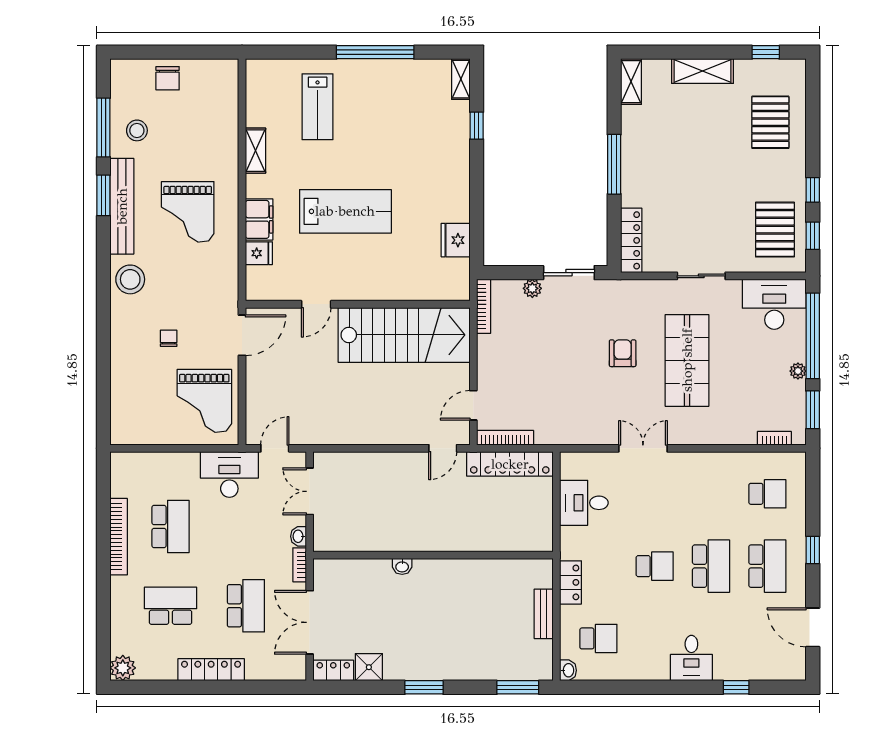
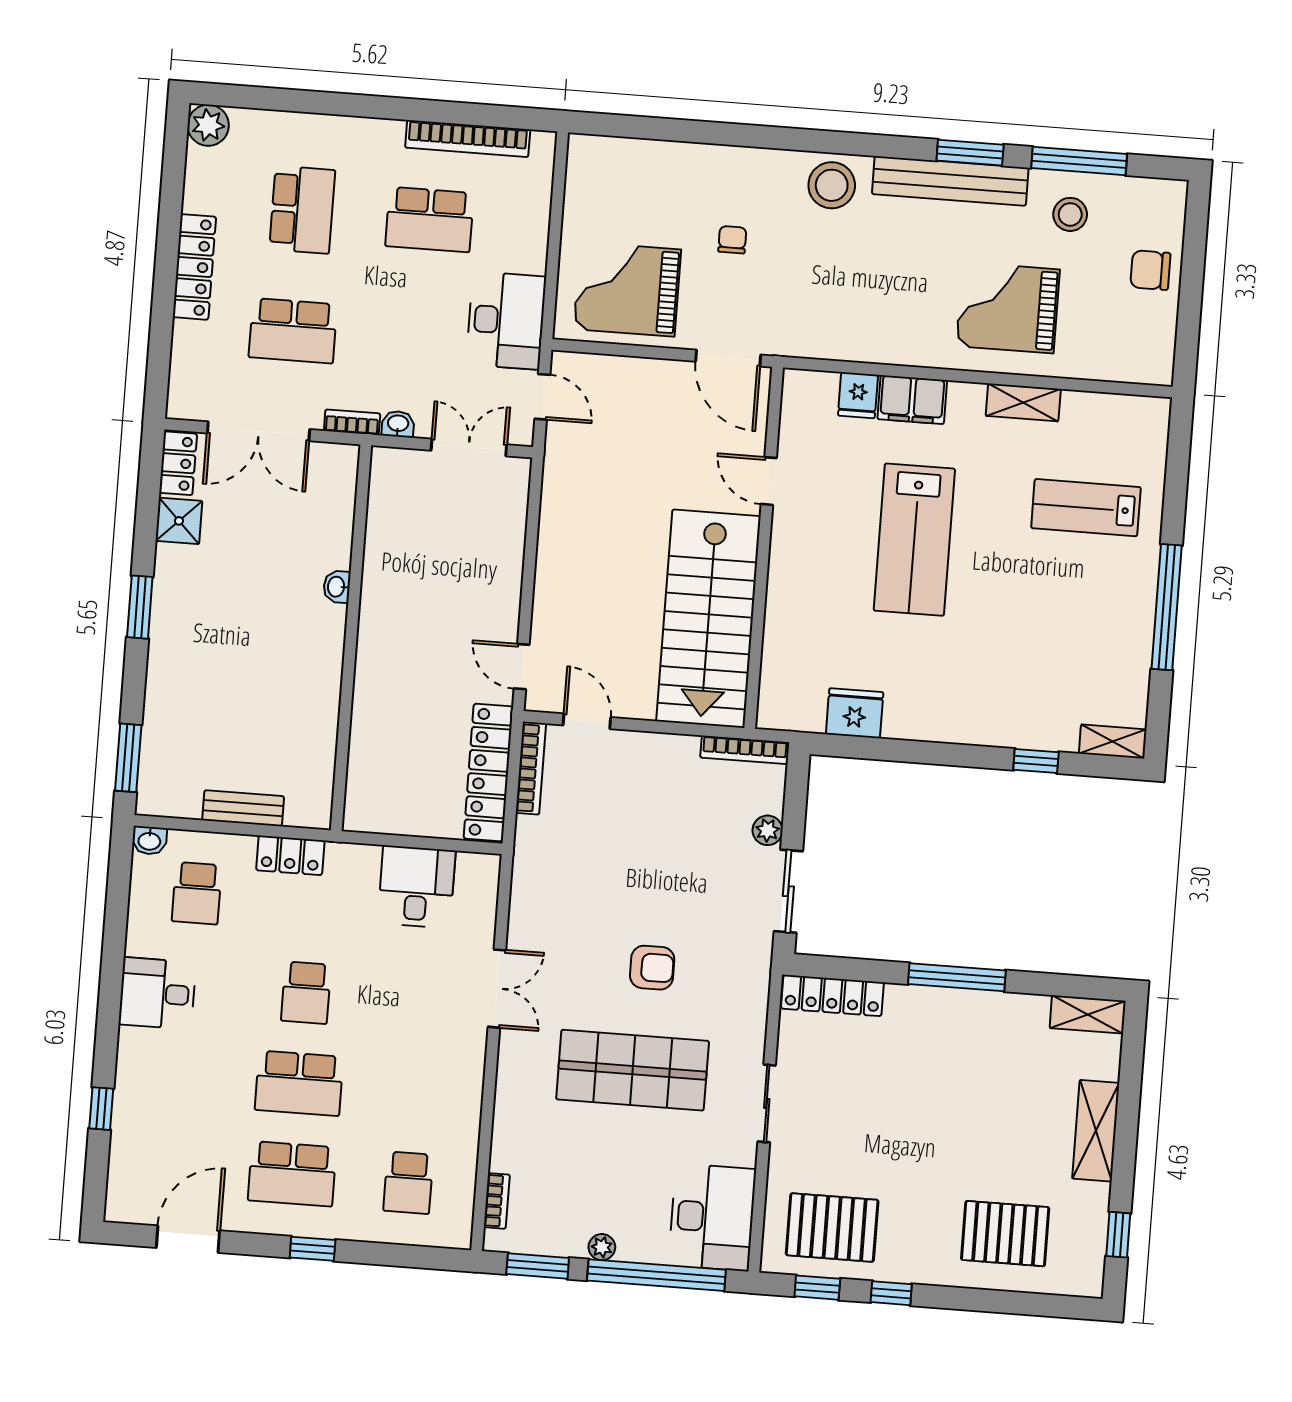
grand piano: (188, 212) -> (1008, 308), moved
chair: (169, 338) -> (732, 240), turned -90
bookcase: (119, 537) -> (468, 139), moved
double door: (310, 622) -> (258, 431), swing flipped
desk: (691, 658) -> (157, 993), moved

